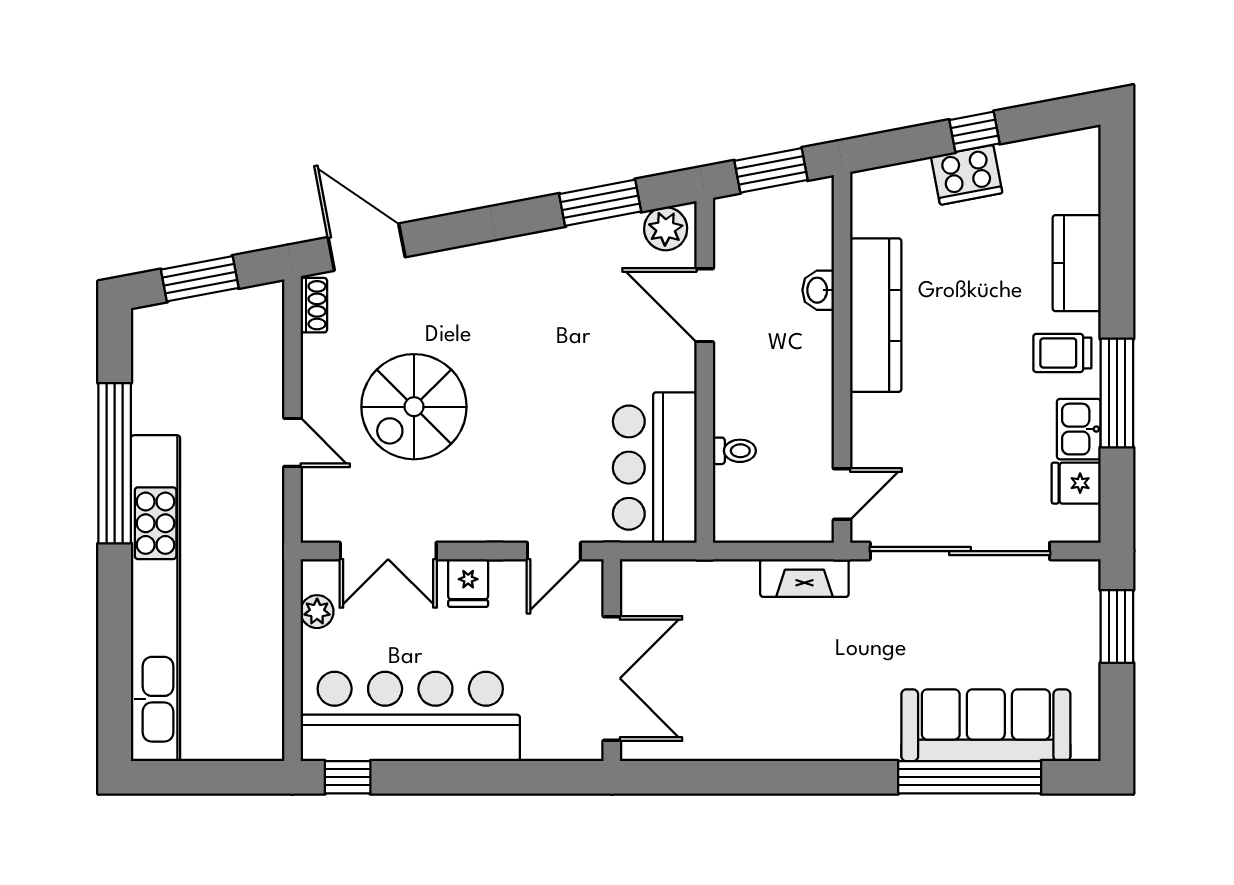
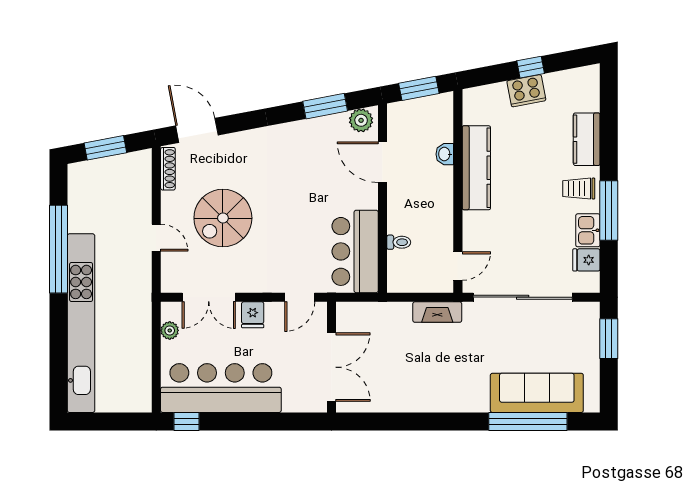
shoe rack: (314, 305) -> (168, 169), width x1.43

